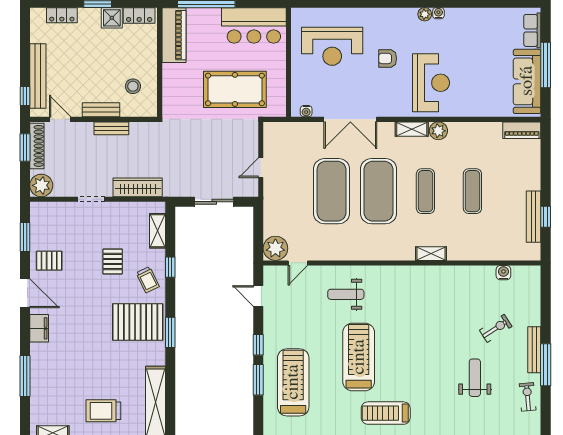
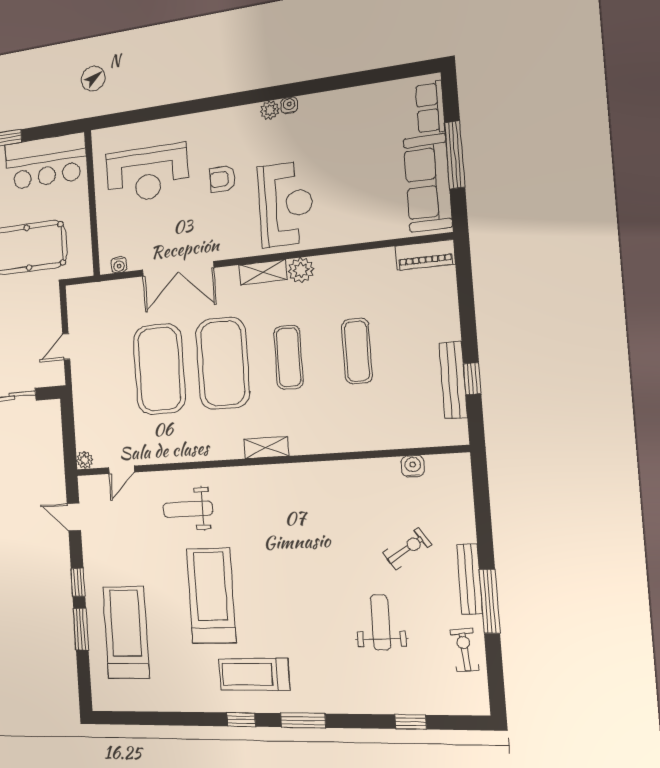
plant: (275, 248) -> (85, 460), width x0.53, depth x0.53
shelving: (431, 254) -> (266, 448), moved

